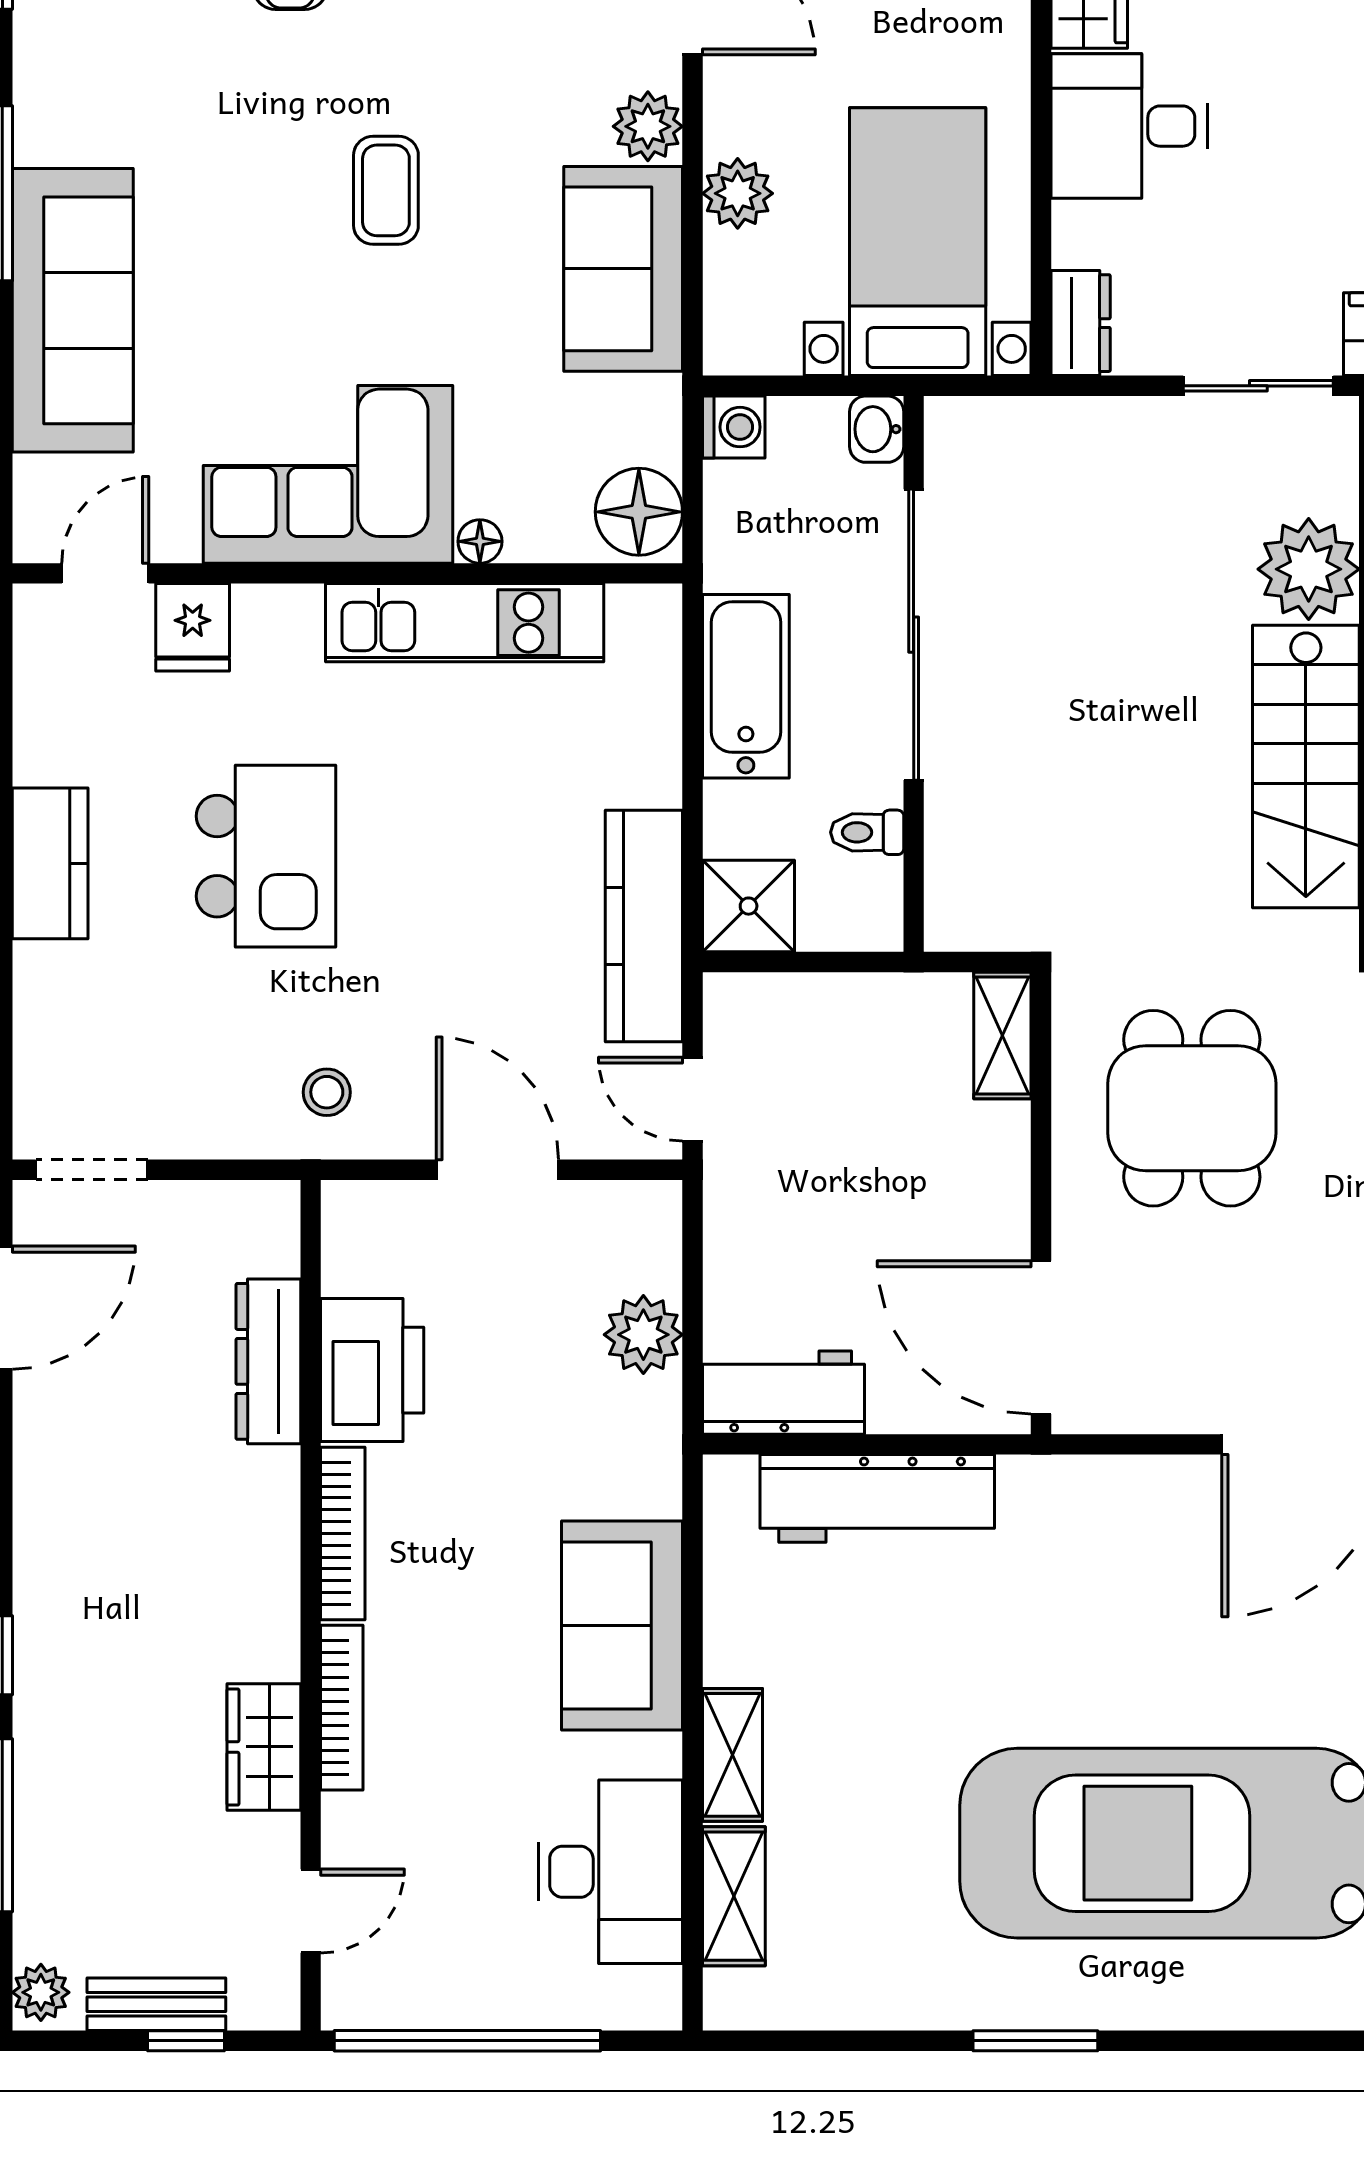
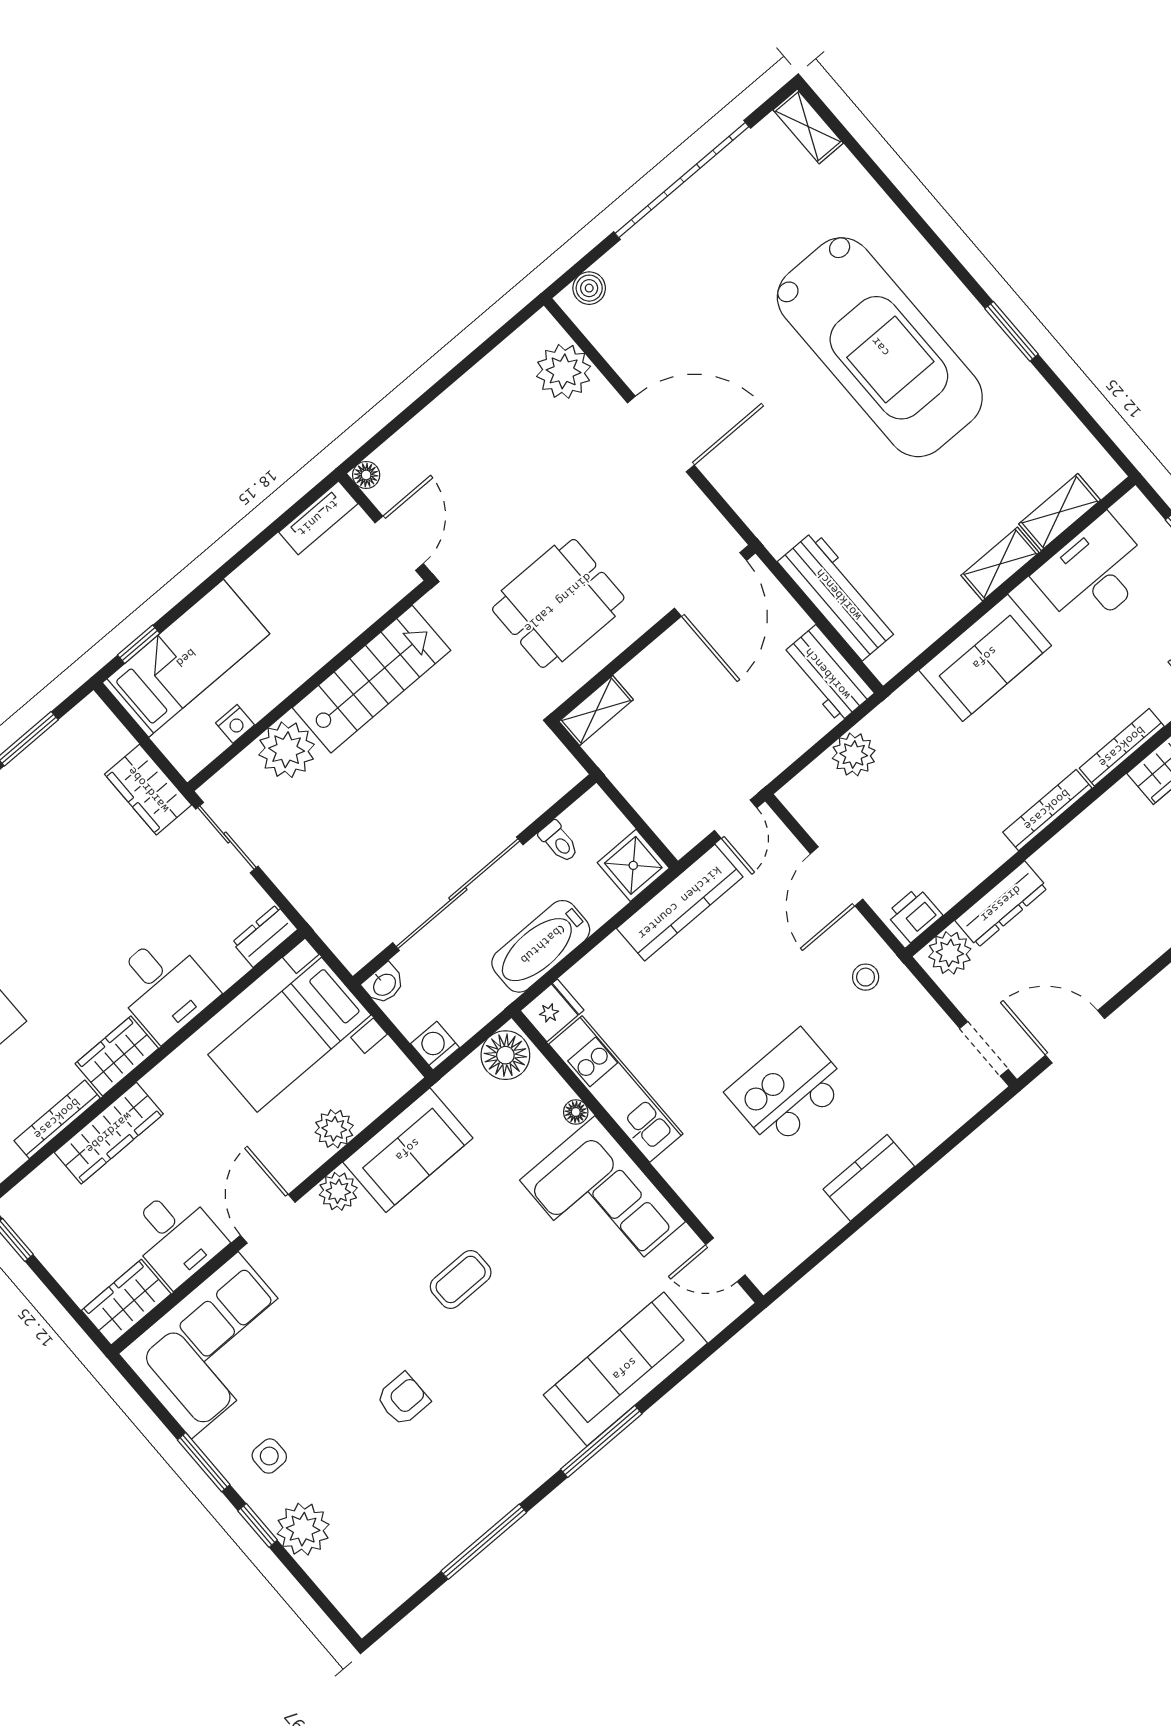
fridge: (193, 627) -> (552, 1010), moved
plant: (262, 1235) -> (950, 953), added
printer: (372, 1370) -> (914, 915), moved, width x0.53, depth x0.68

